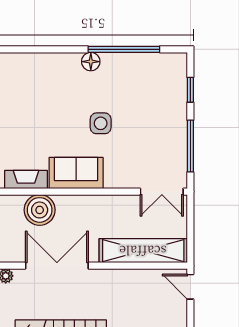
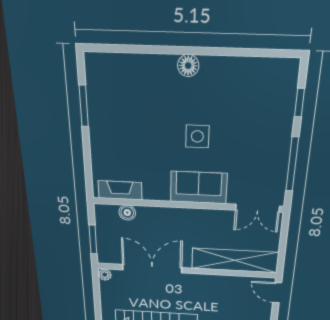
window: (124, 49) -> (227, 52), removed
sofa: (76, 173) -> (199, 188), moved
boiler: (40, 210) -> (127, 213), width x0.54, depth x0.54

